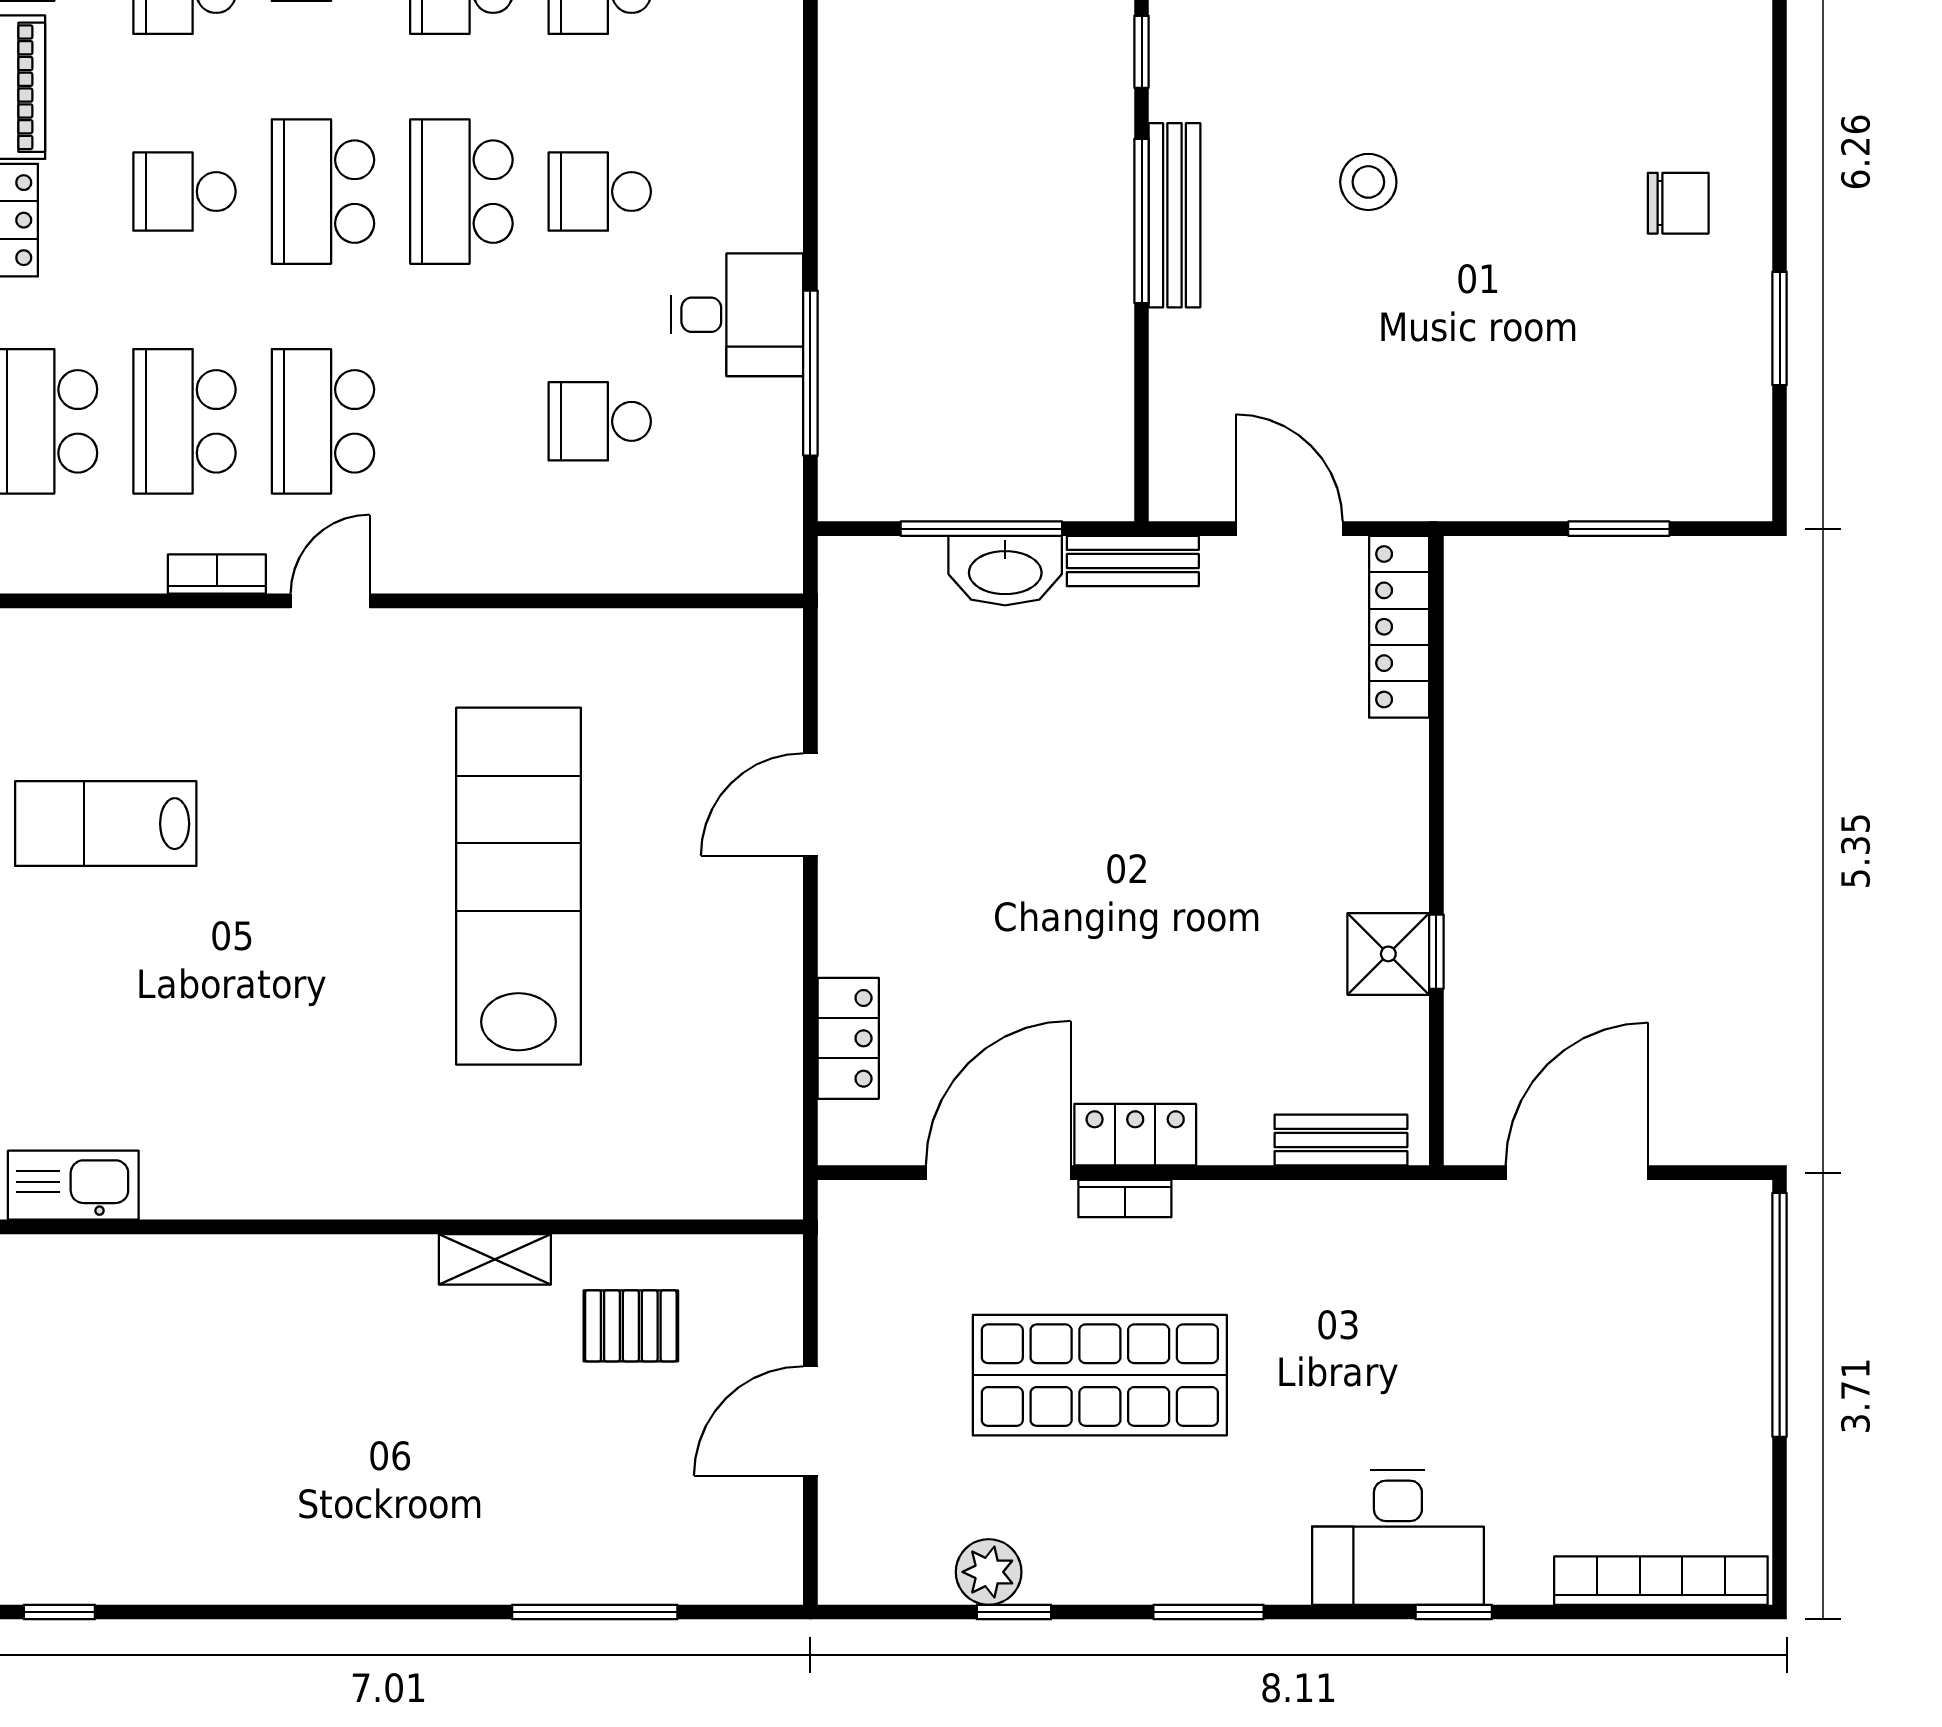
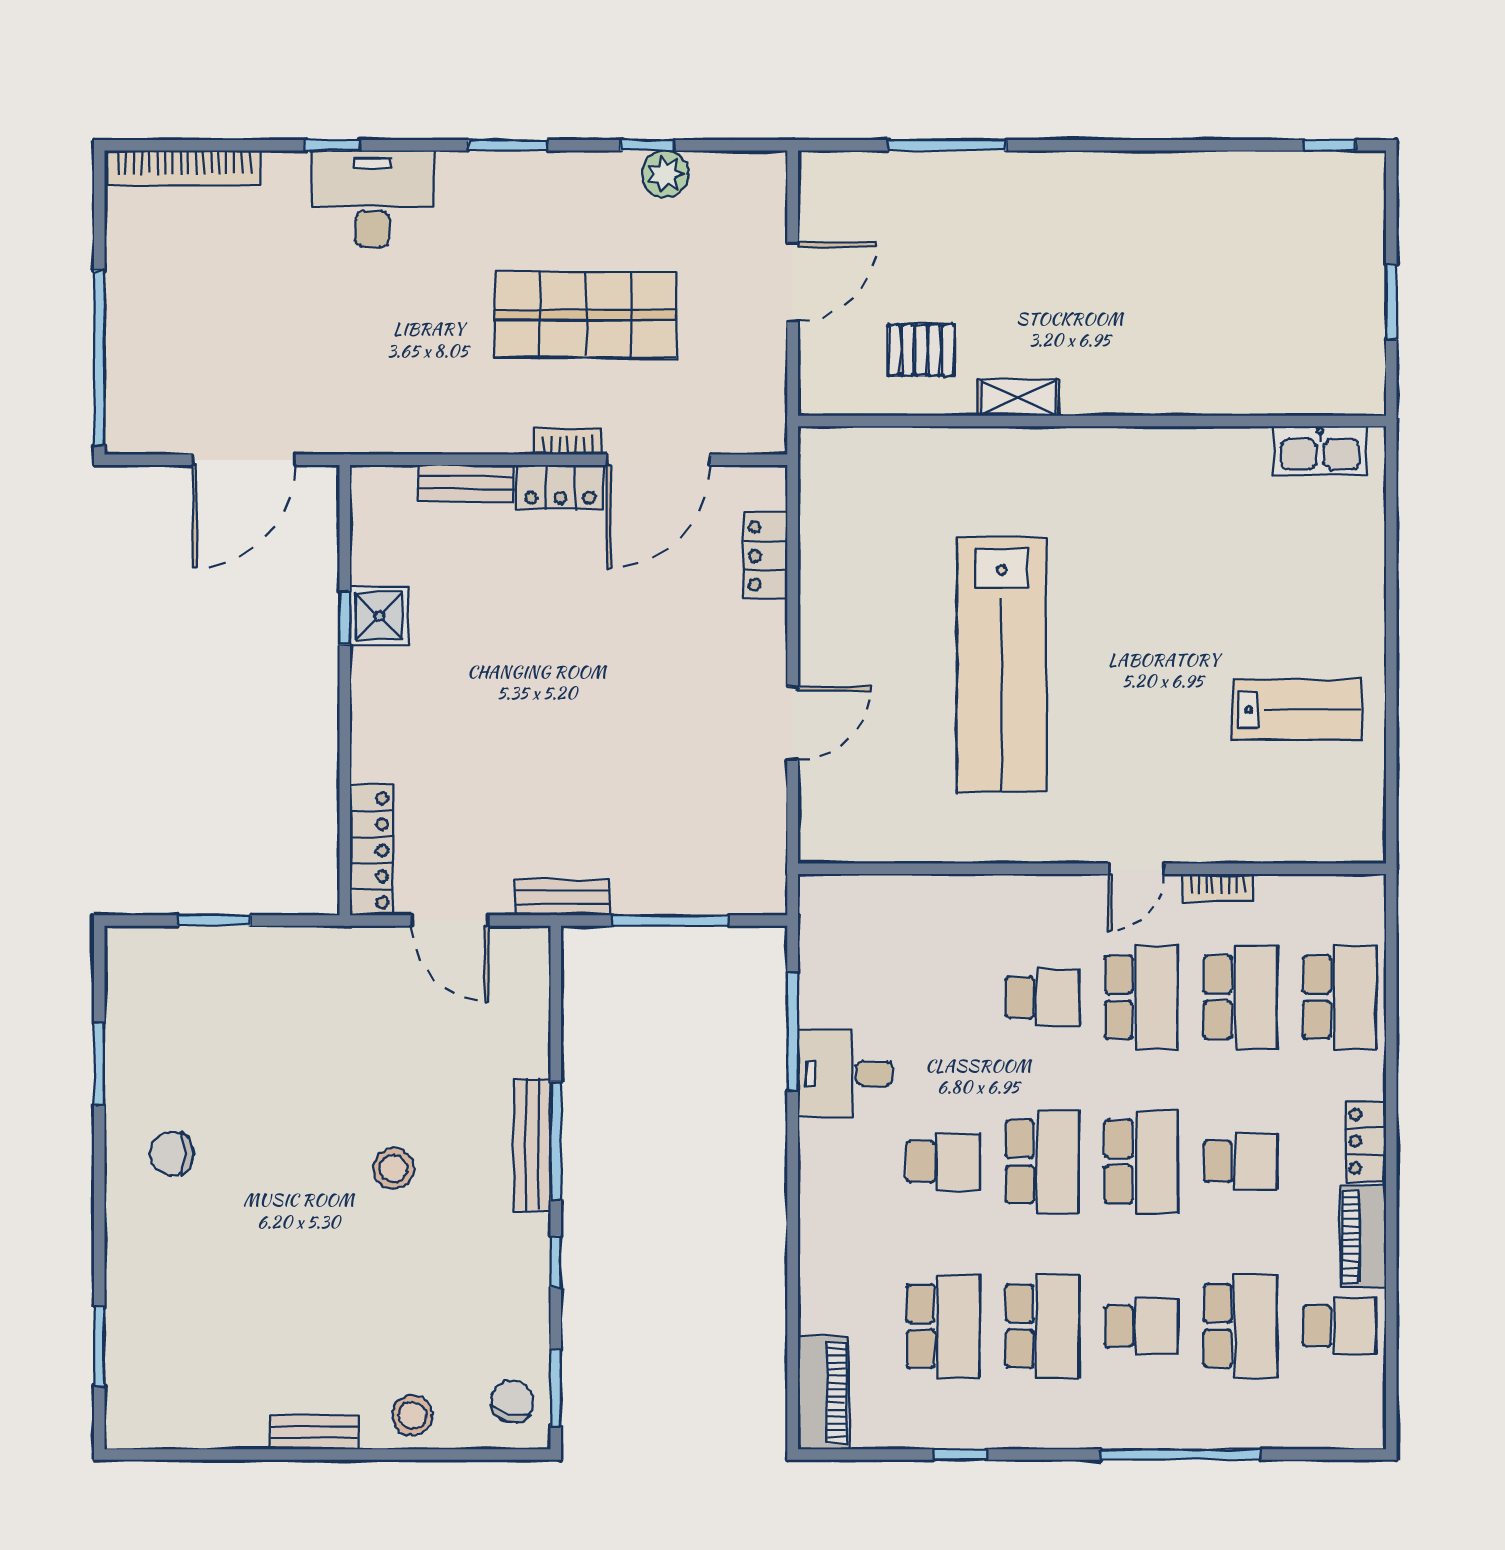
school desk: (600, 421) -> (1042, 997), moved
washbasin: (1005, 571) -> (653, 891), removed
bench: (1341, 1140) -> (466, 483), moved

